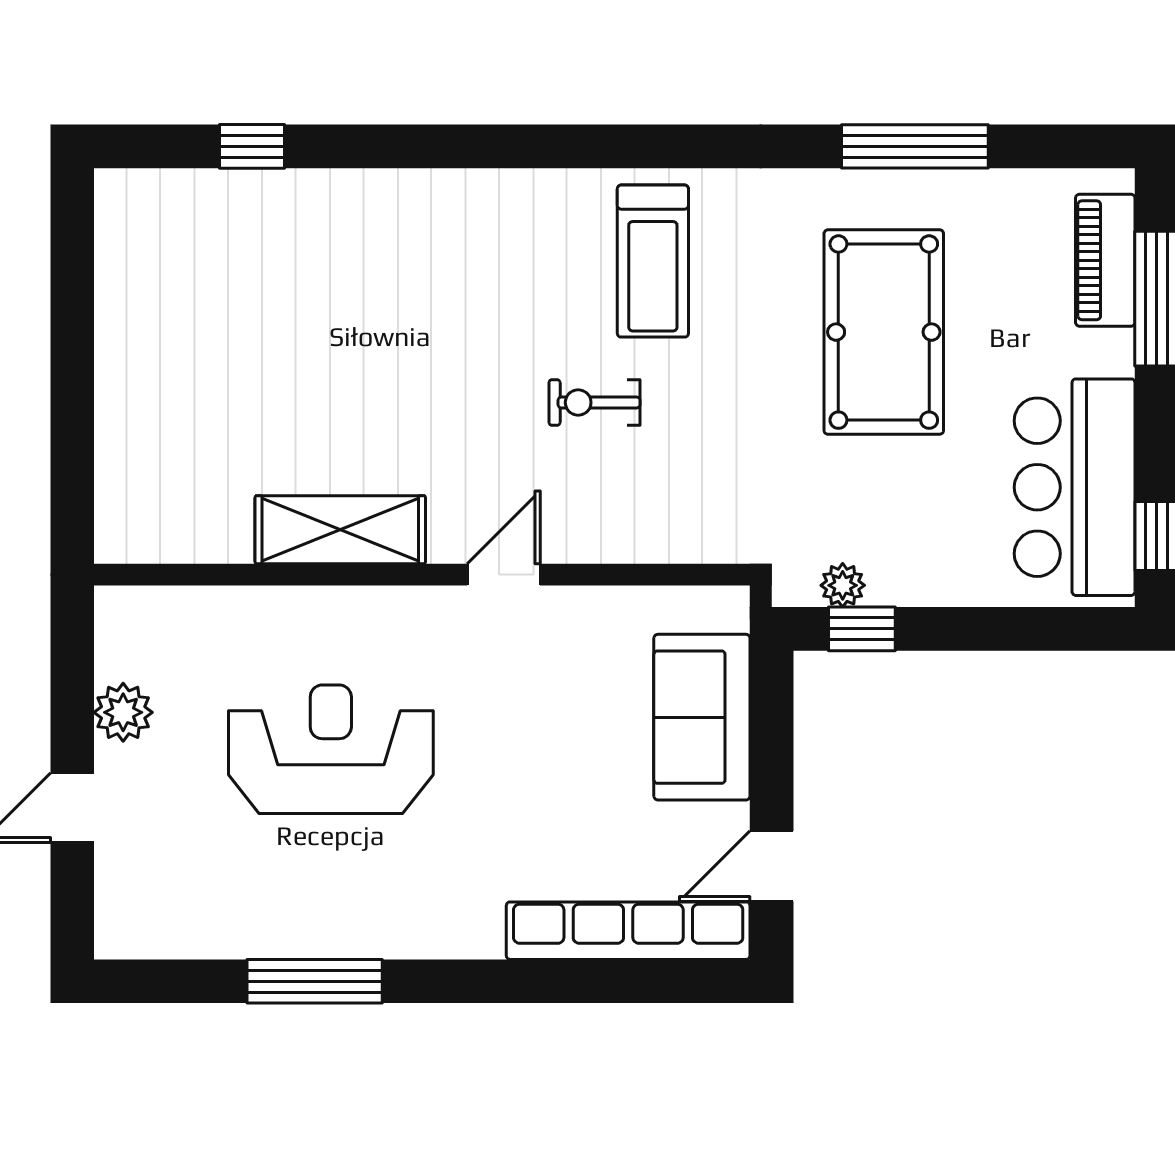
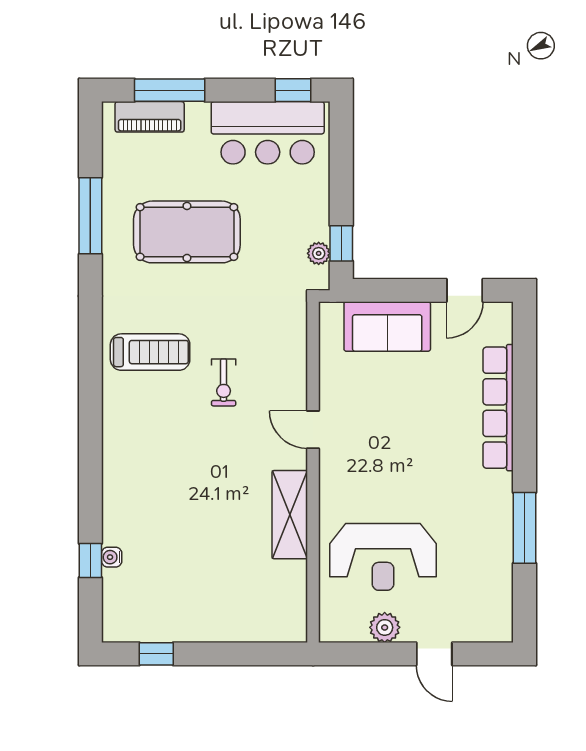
water cooler: (258, 187) -> (112, 557), added
window: (72, 273) -> (156, 654), added
reception desk: (331, 749) -> (383, 557), moved, turned -90
door: (772, 866) -> (465, 290), hinge flipped
row of seats: (628, 931) -> (498, 408), moved

